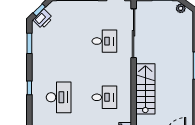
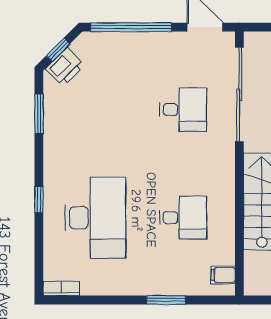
desk: (59, 97) -> (95, 218), width x1.36, depth x1.30

